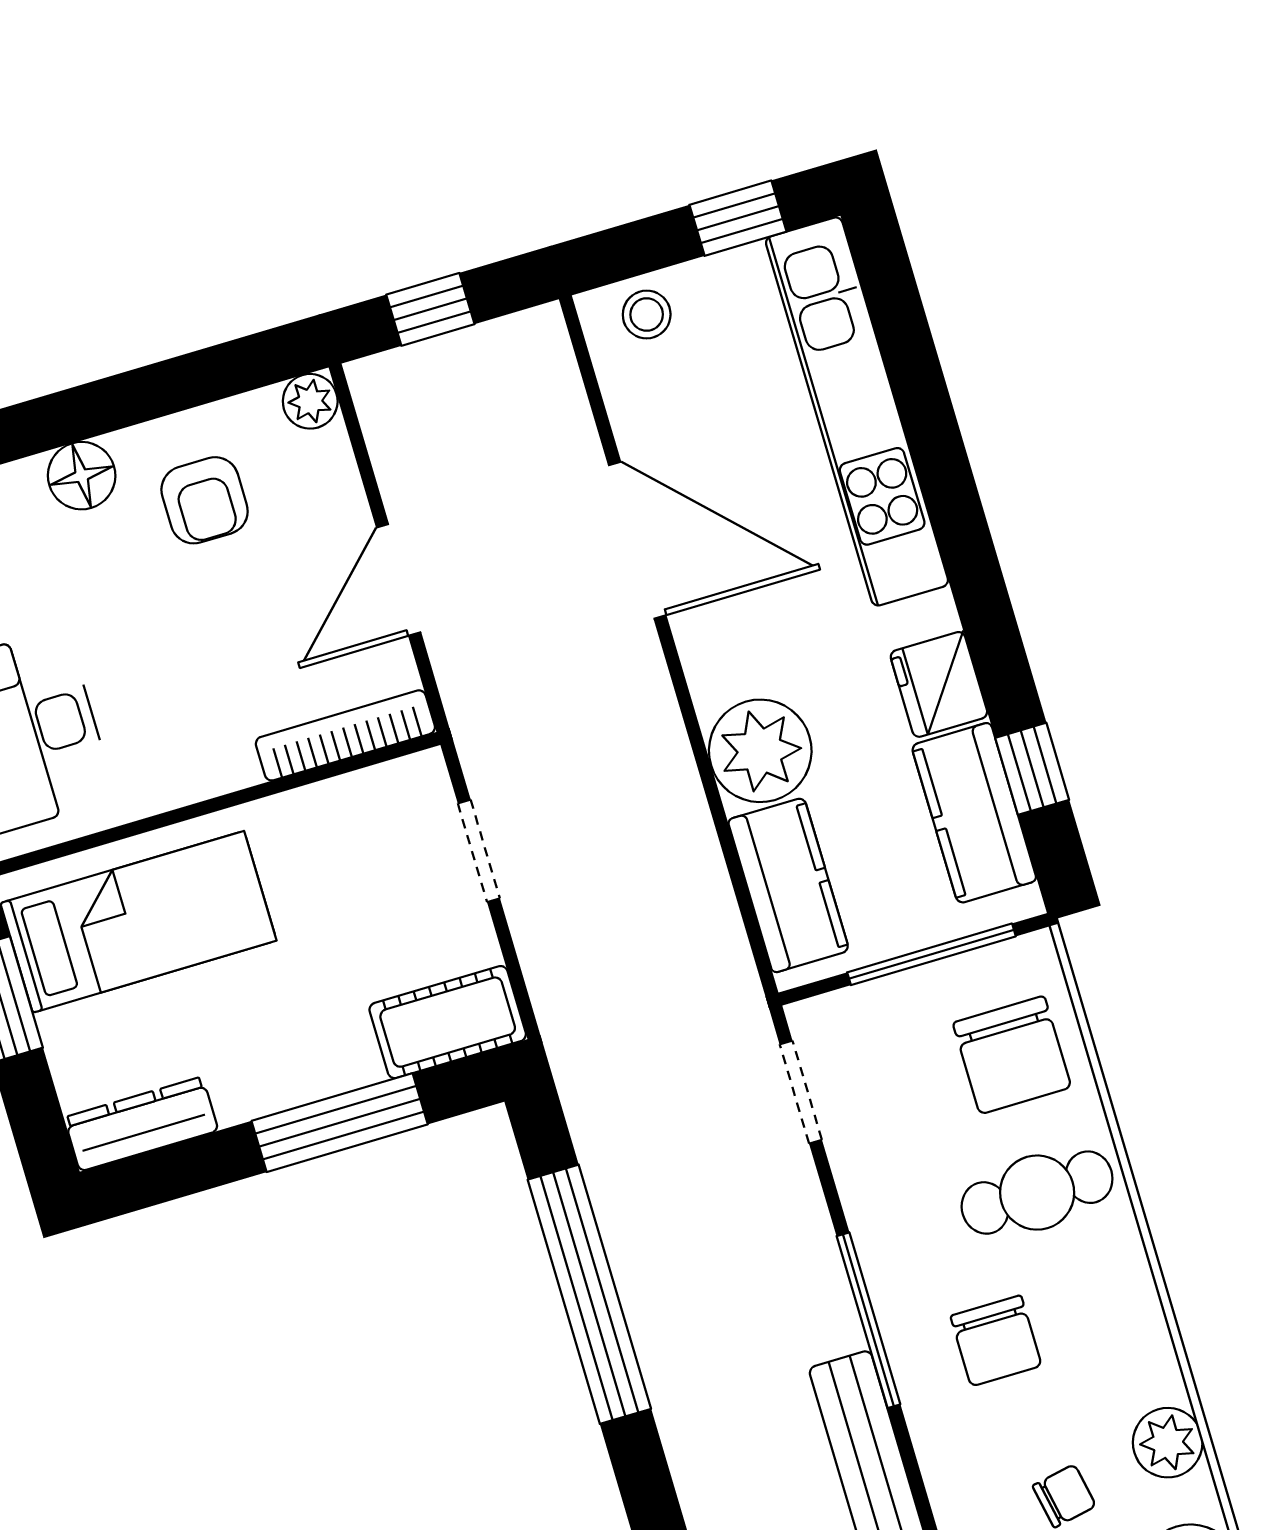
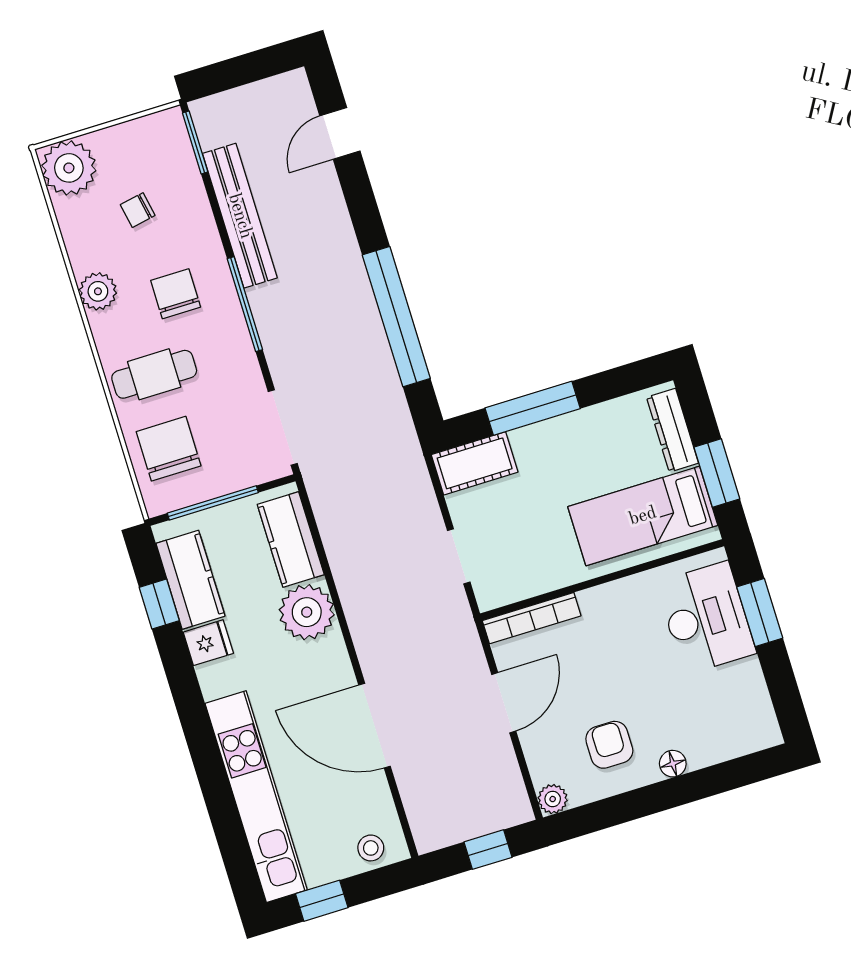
floor lamp: (82, 476) -> (673, 764), width x0.73, depth x0.73
fridge: (939, 684) -> (208, 643), width x0.72
doorway: (801, 1092) -> (283, 427), width x1.38
dresser: (141, 1124) -> (672, 430), moved, turned 90
plant: (1168, 1443) -> (98, 291), moved

